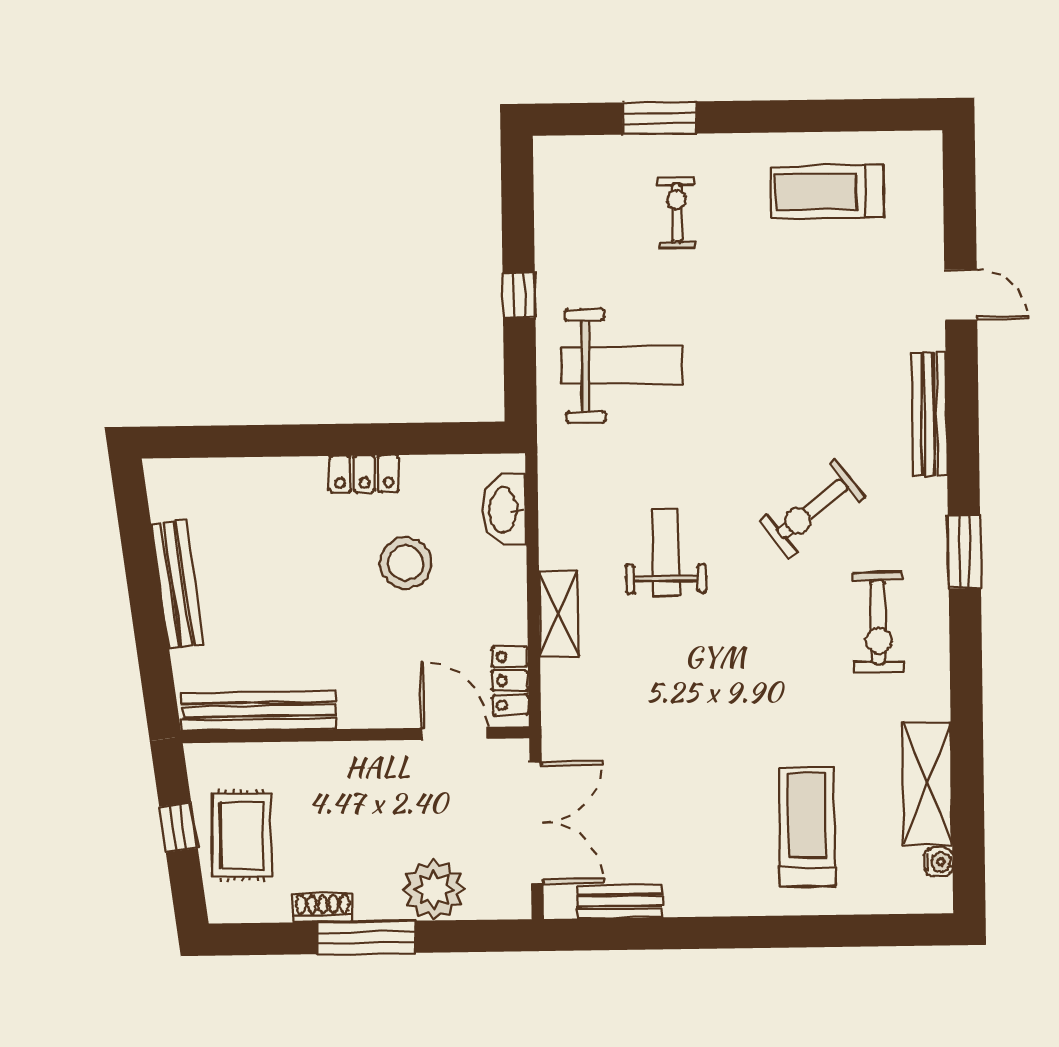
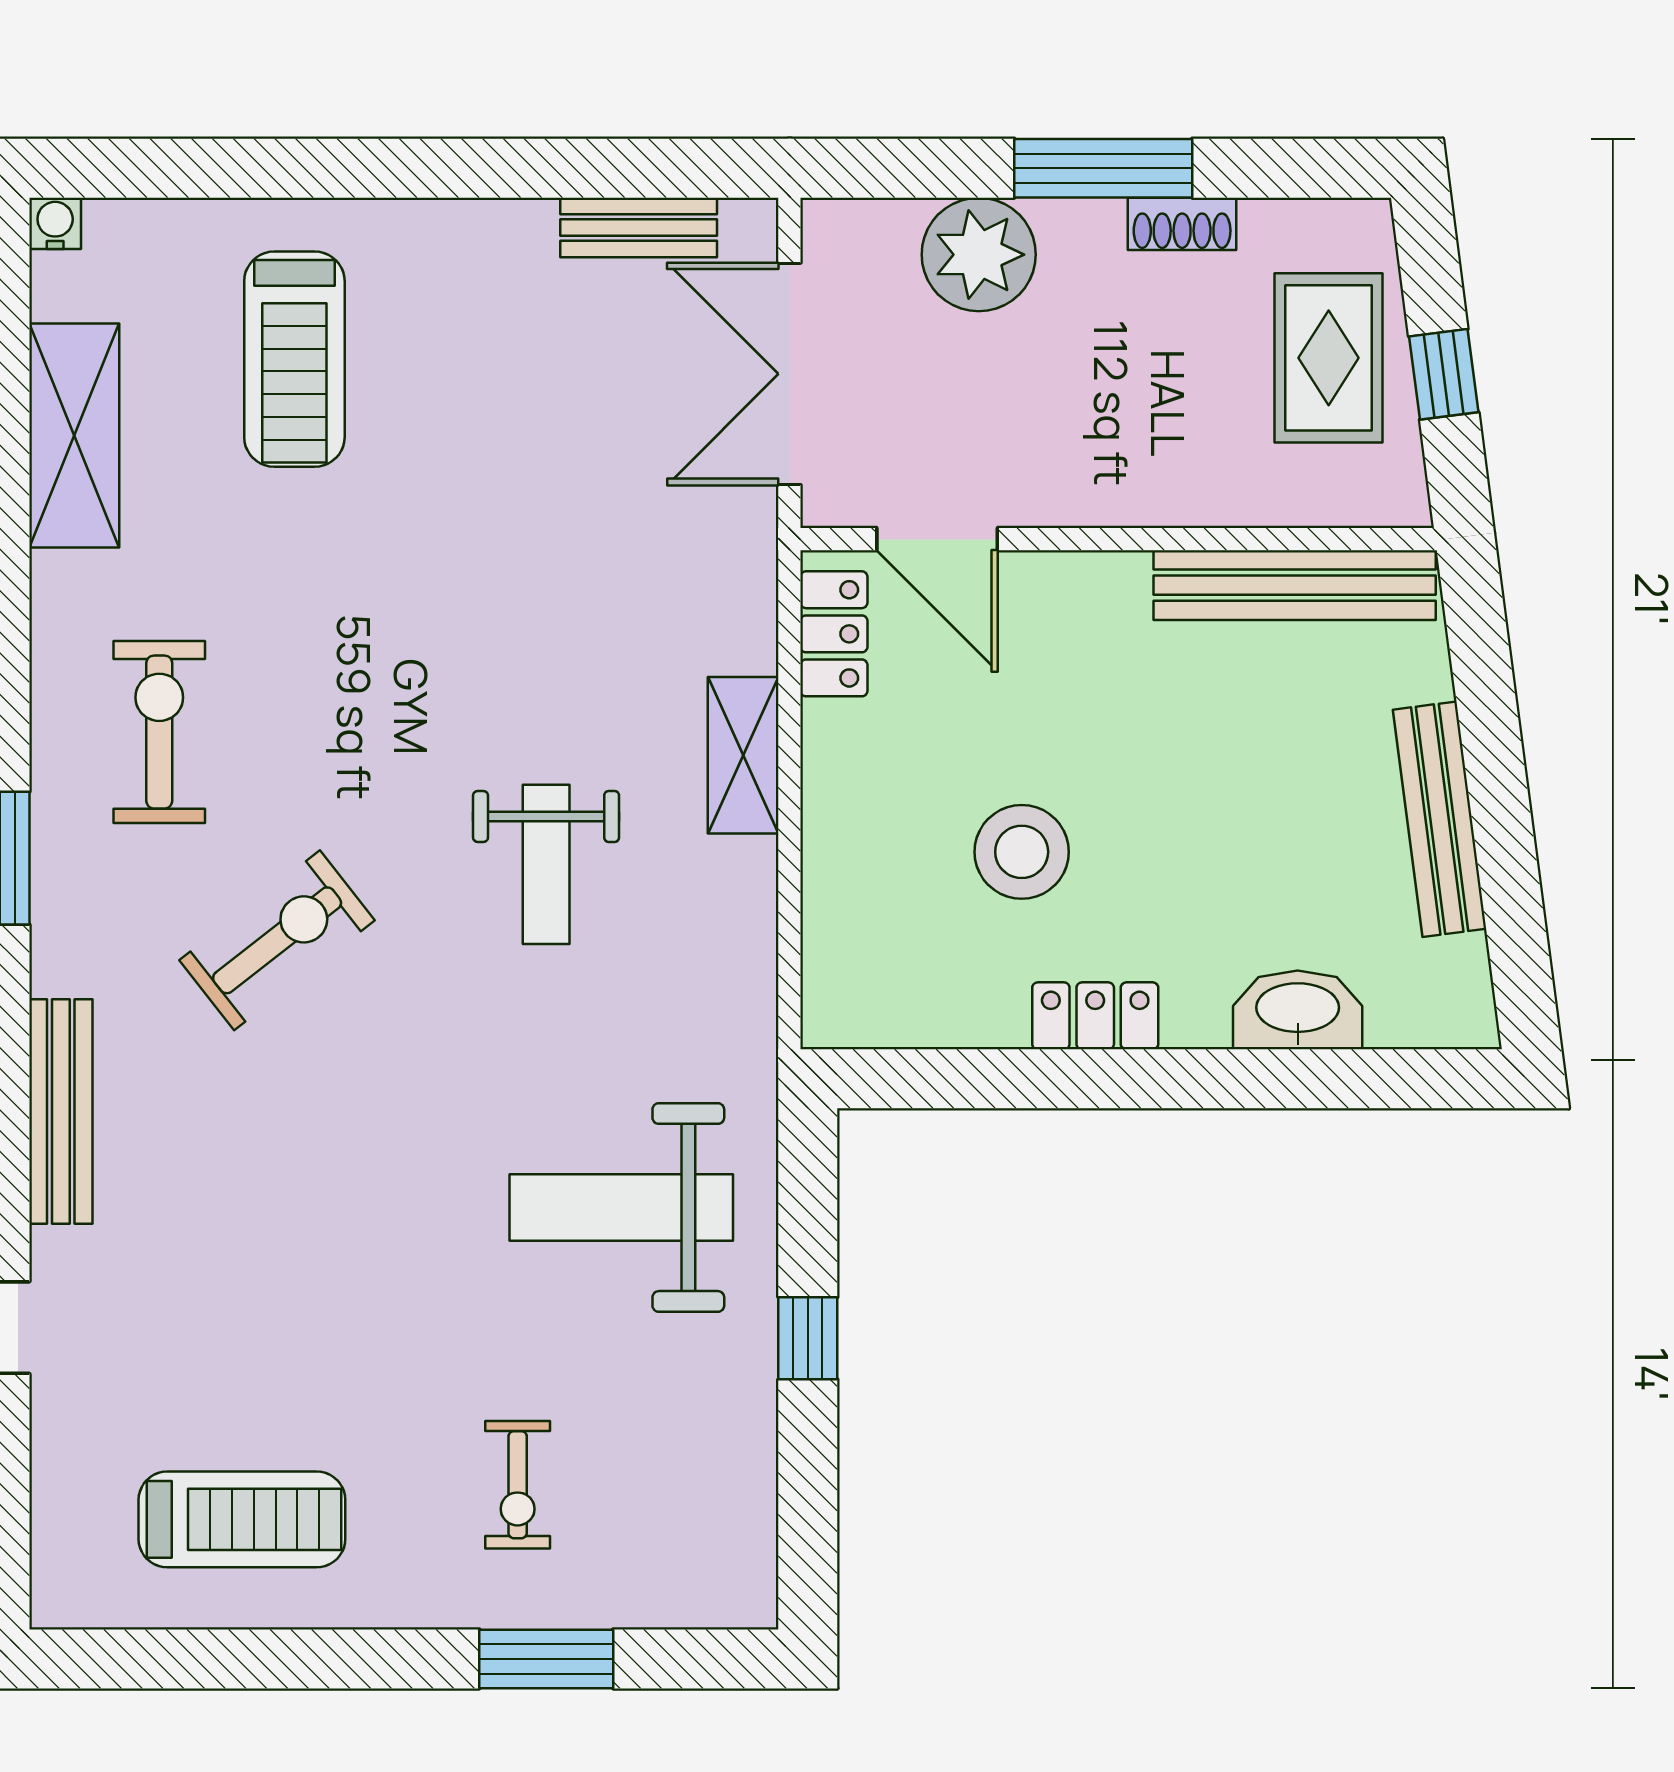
washbasin: (504, 510) -> (1298, 1010), moved, turned -90
water cooler: (939, 862) -> (55, 223), moved, turned 90

